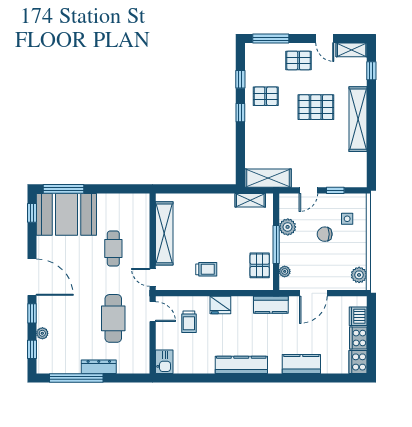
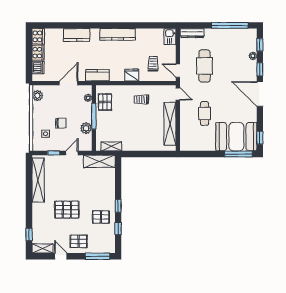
shelving: (358, 119) -> (38, 180), moved
dresser: (99, 367) -> (192, 33), moved

